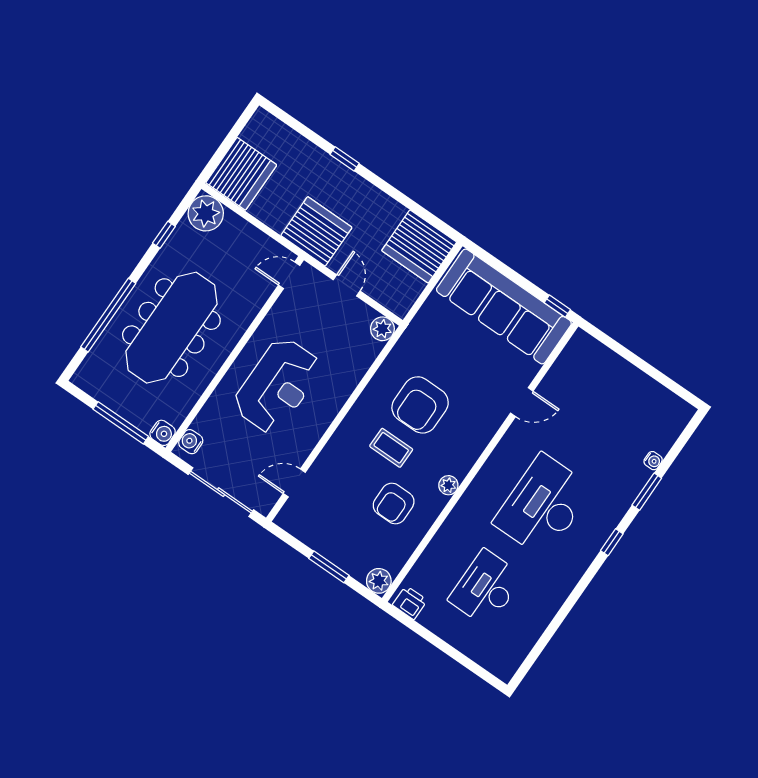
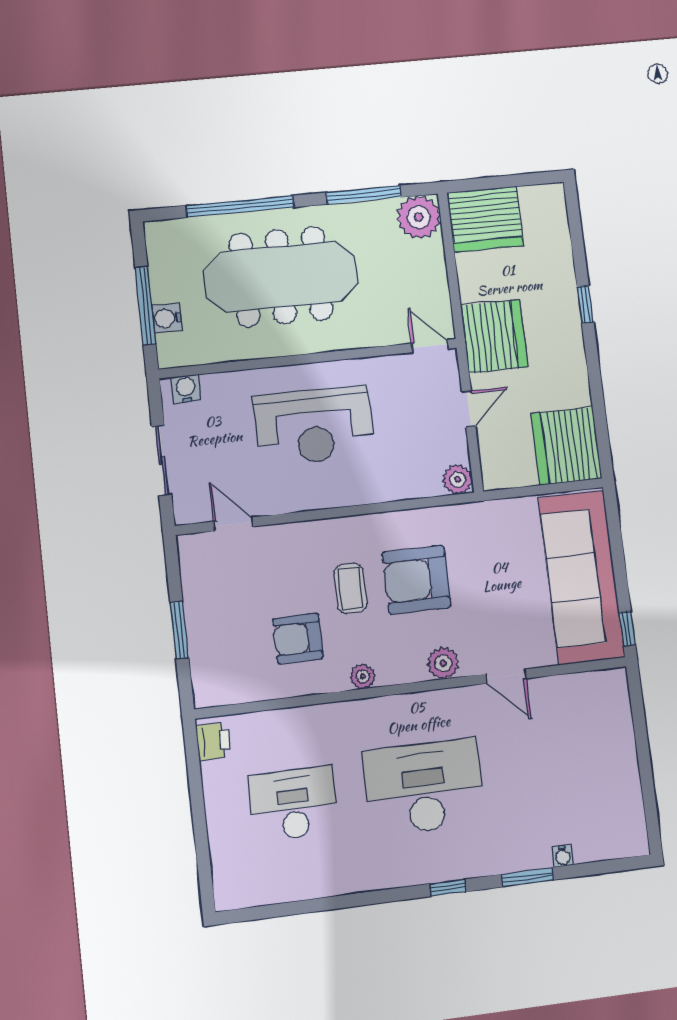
window: (164, 235) -> (364, 195), width x2.17
water cooler: (163, 433) -> (167, 318), moved, turned 90
sliding door: (221, 492) -> (162, 460), width x0.73
plant: (379, 581) -> (443, 663), moved

